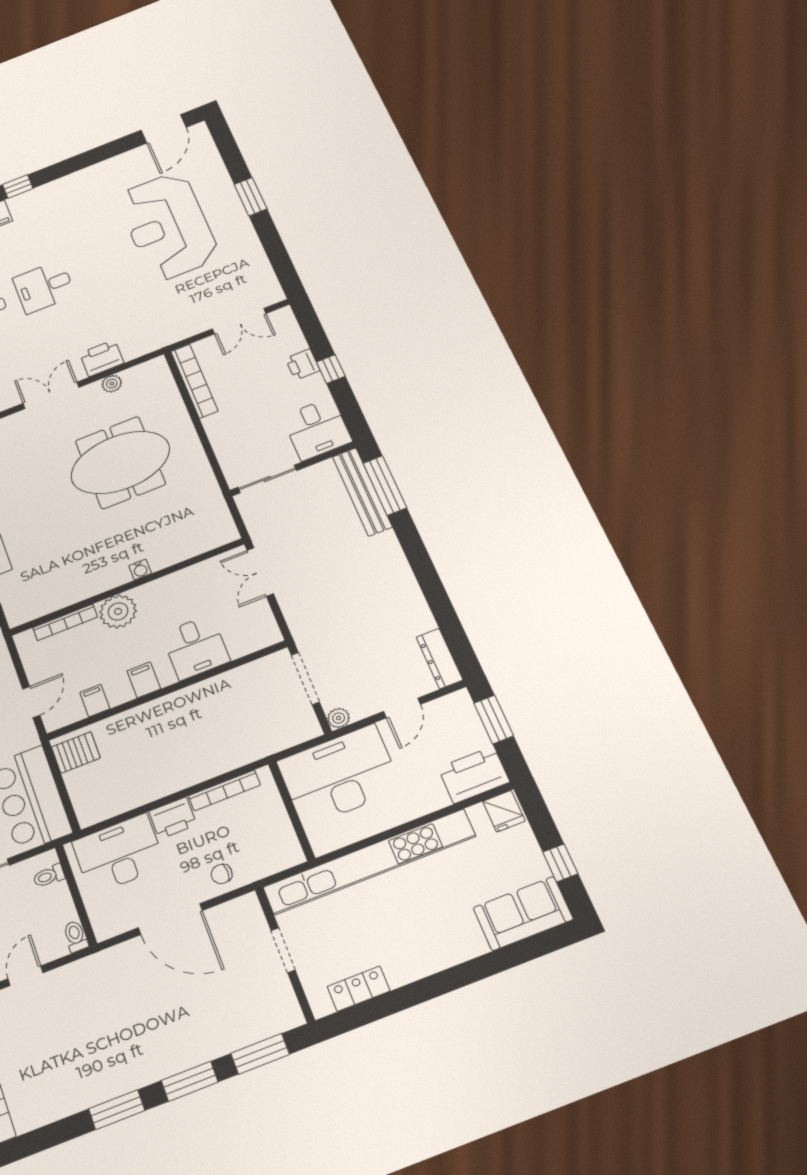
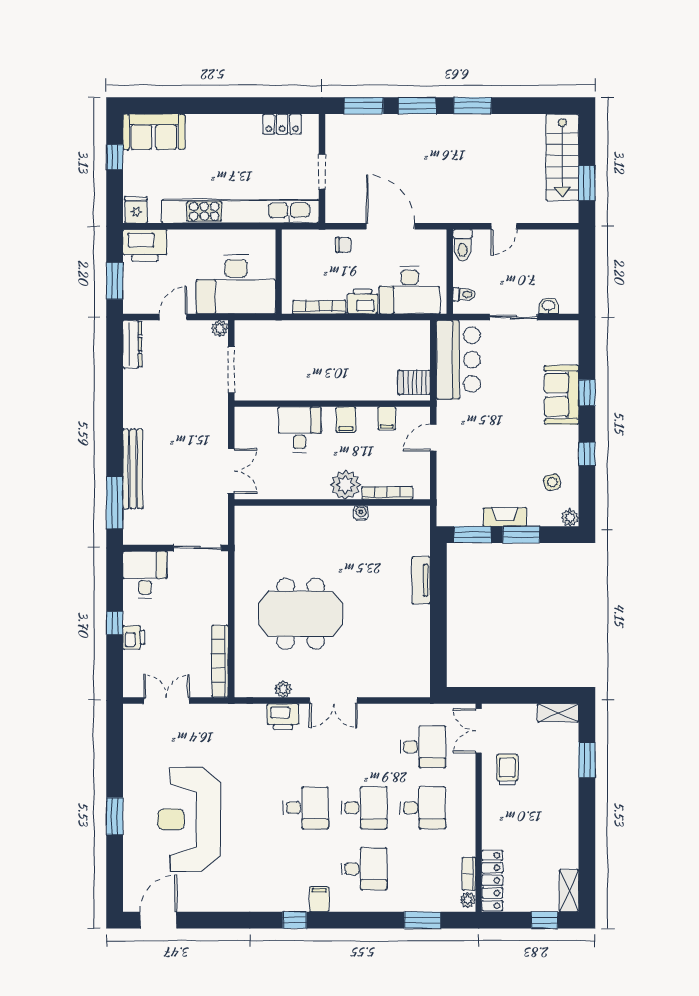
reception desk: (168, 226) -> (189, 819), turned 180
bench: (362, 492) -> (133, 469), moved
water cooler: (140, 570) -> (361, 513), moved
toilet: (75, 936) -> (463, 245), width x1.37, depth x1.39

